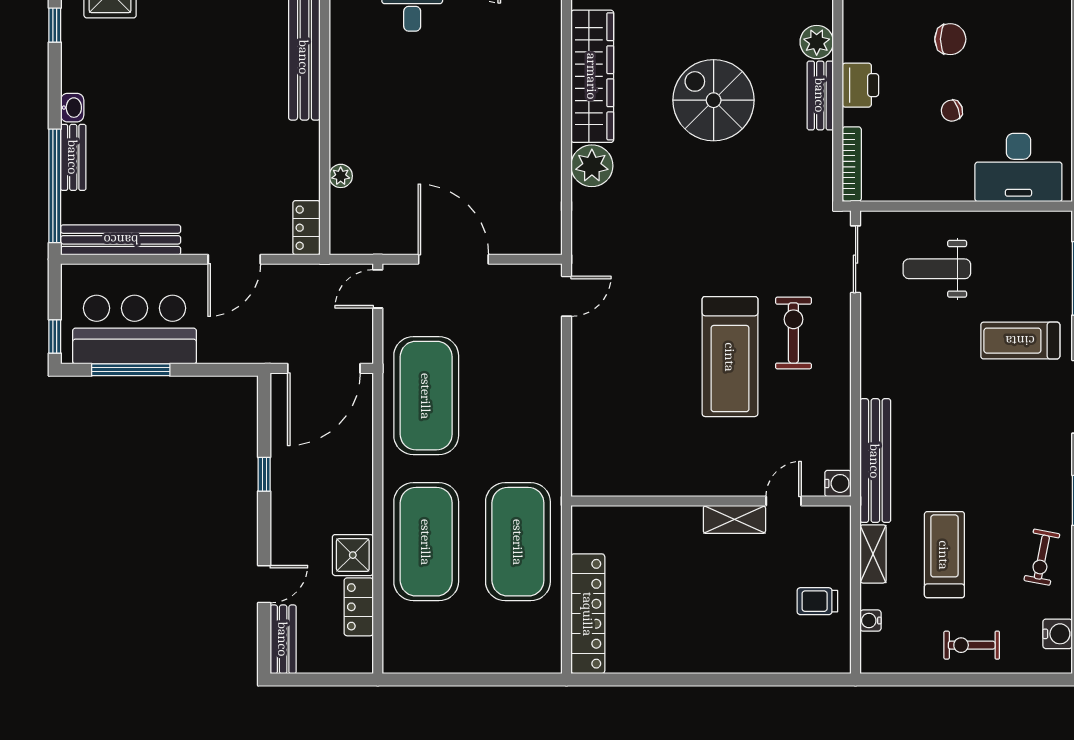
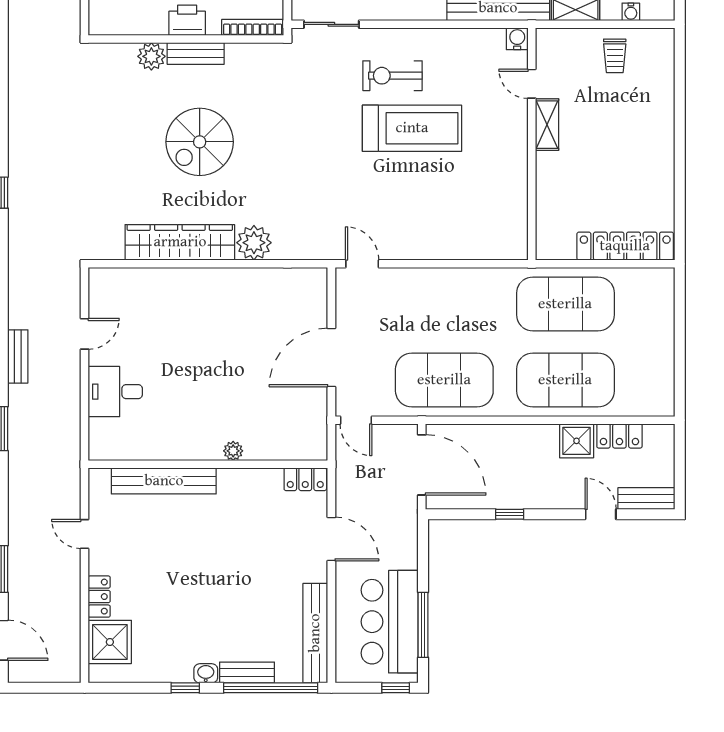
window: (55, 25) -> (185, 688), moved
plant: (341, 176) -> (233, 451), moved

